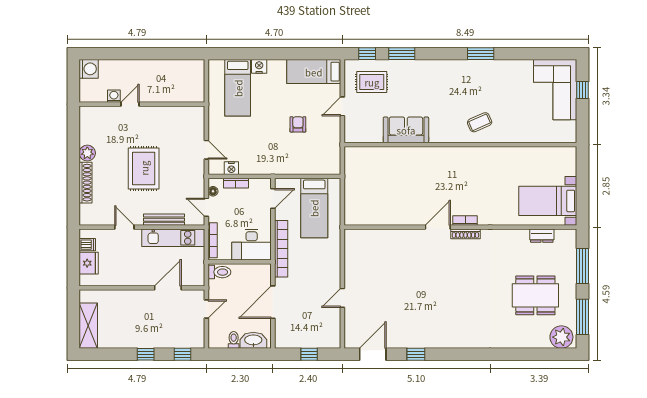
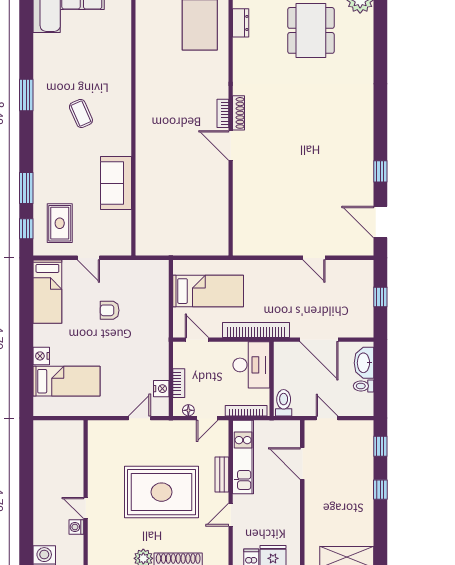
coffee table: (480, 122) -> (81, 113), moved
rug: (144, 168) -> (162, 492), width x1.37, depth x1.44
bench: (164, 220) -> (222, 474), width x0.73

